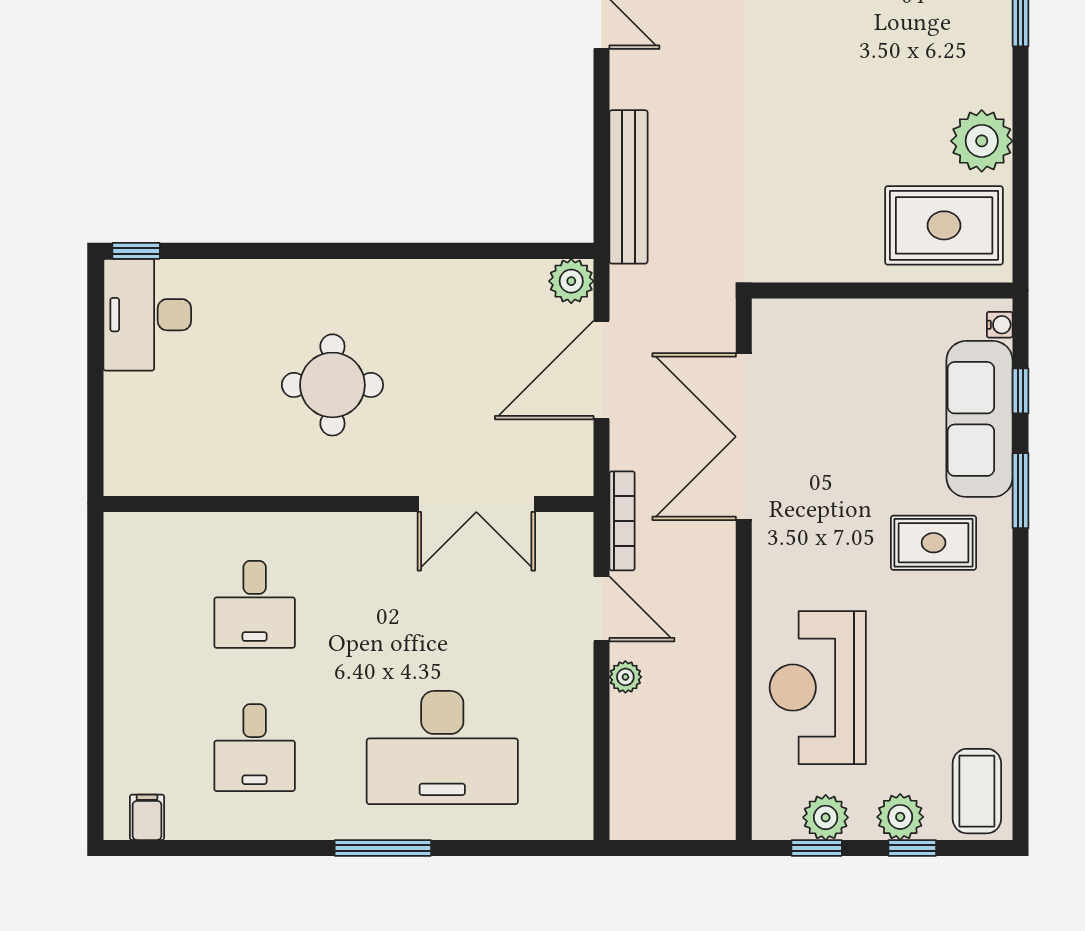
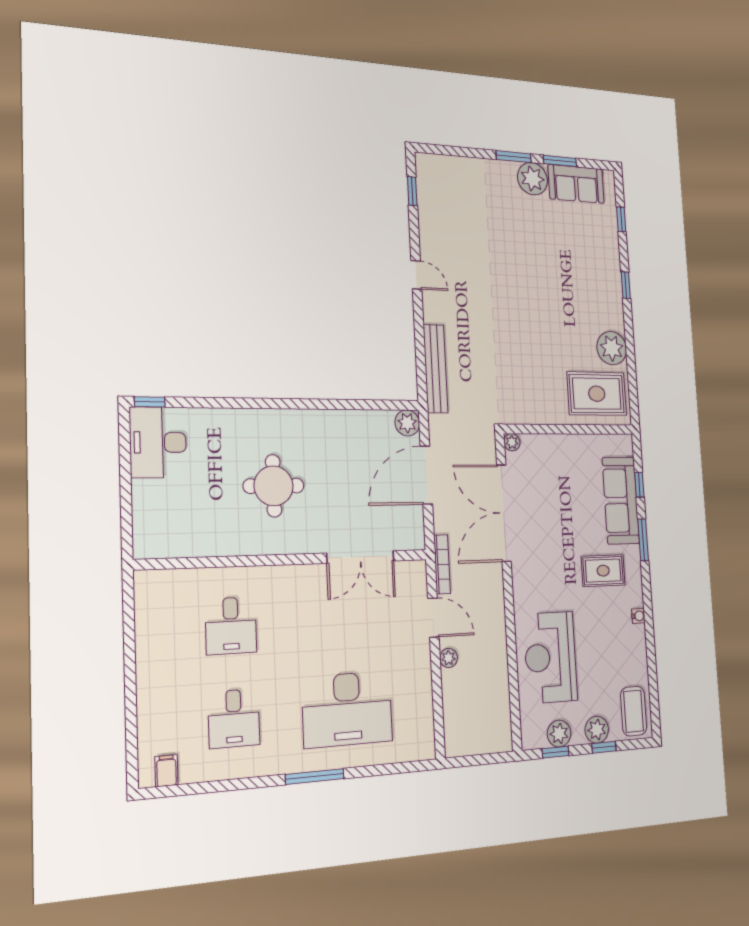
plant: (767, 314) -> (512, 442), added
water cooler: (1000, 325) -> (638, 616), moved

